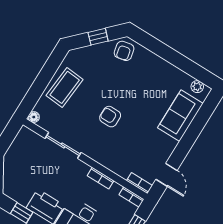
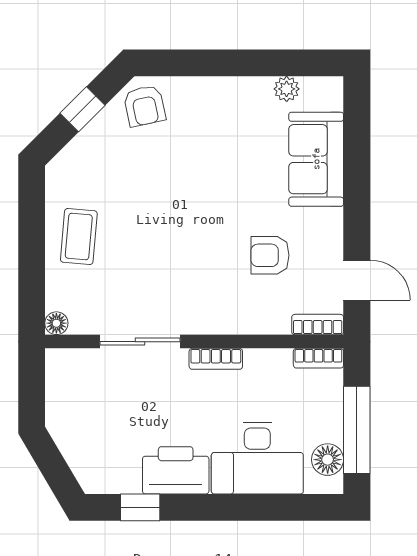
coffee table: (65, 87) -> (79, 237), width x0.73, depth x0.77
plant: (197, 87) -> (287, 89), moved
armchair: (110, 117) -> (270, 255), moved
bookcase: (100, 178) -> (216, 359), moved

